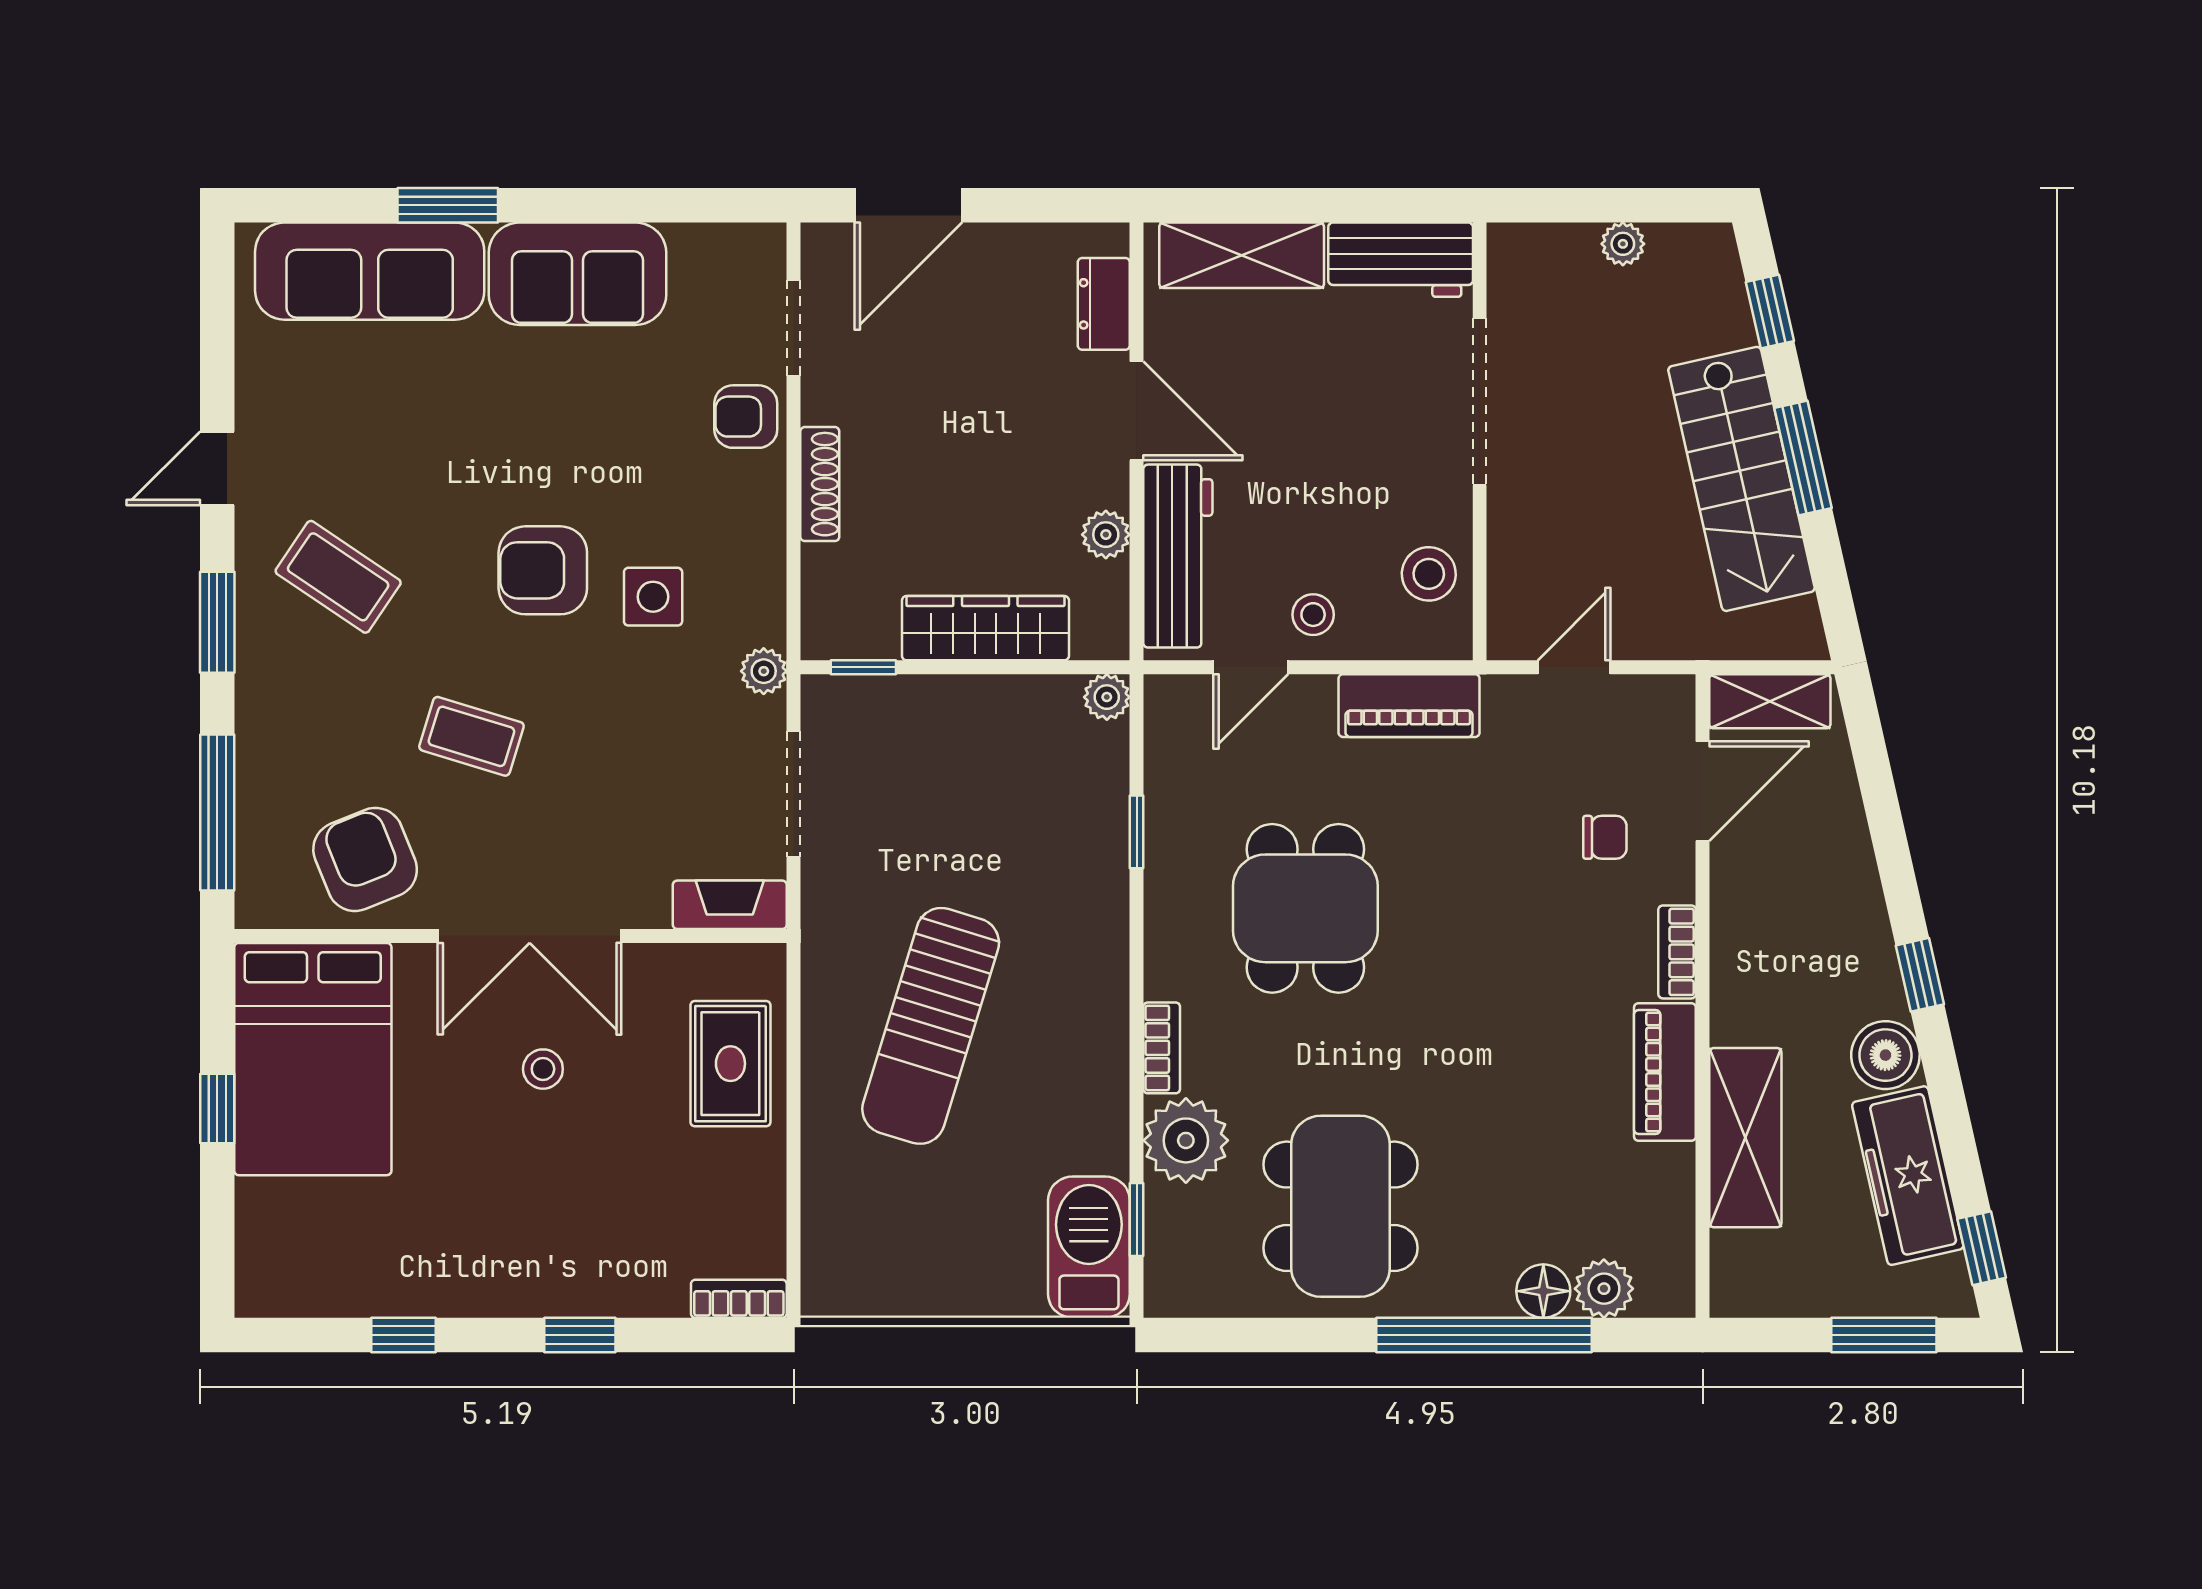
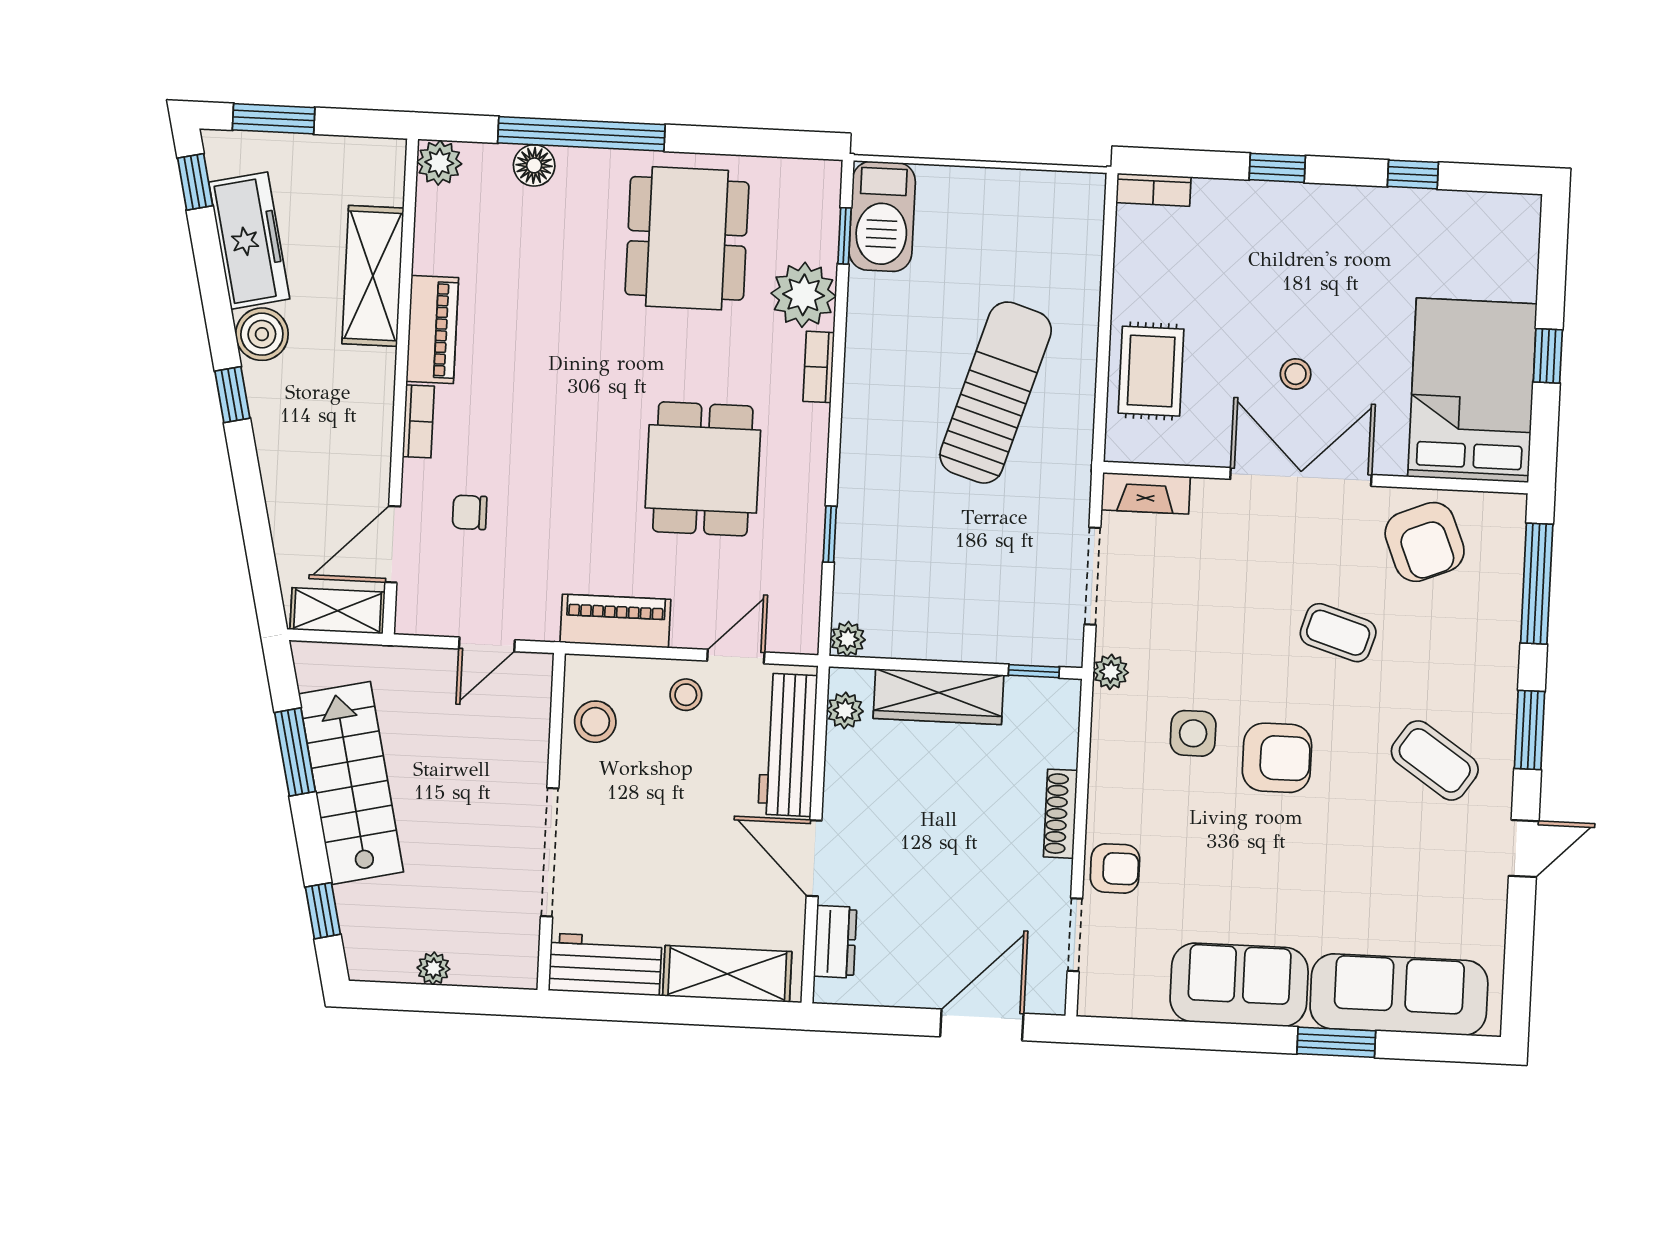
window: (1803, 458) -> (295, 752), moved
plant: (1106, 535) -> (845, 710), moved
plant: (1604, 1289) -> (439, 163), moved

